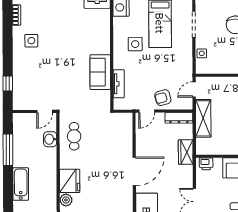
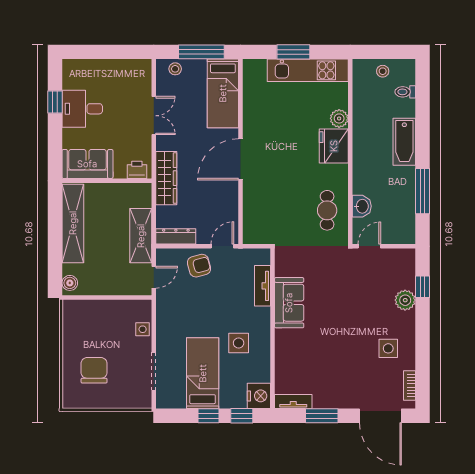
plant: (20, 74) -> (405, 300), added
wardrobe: (186, 152) -> (166, 178), width x1.50

